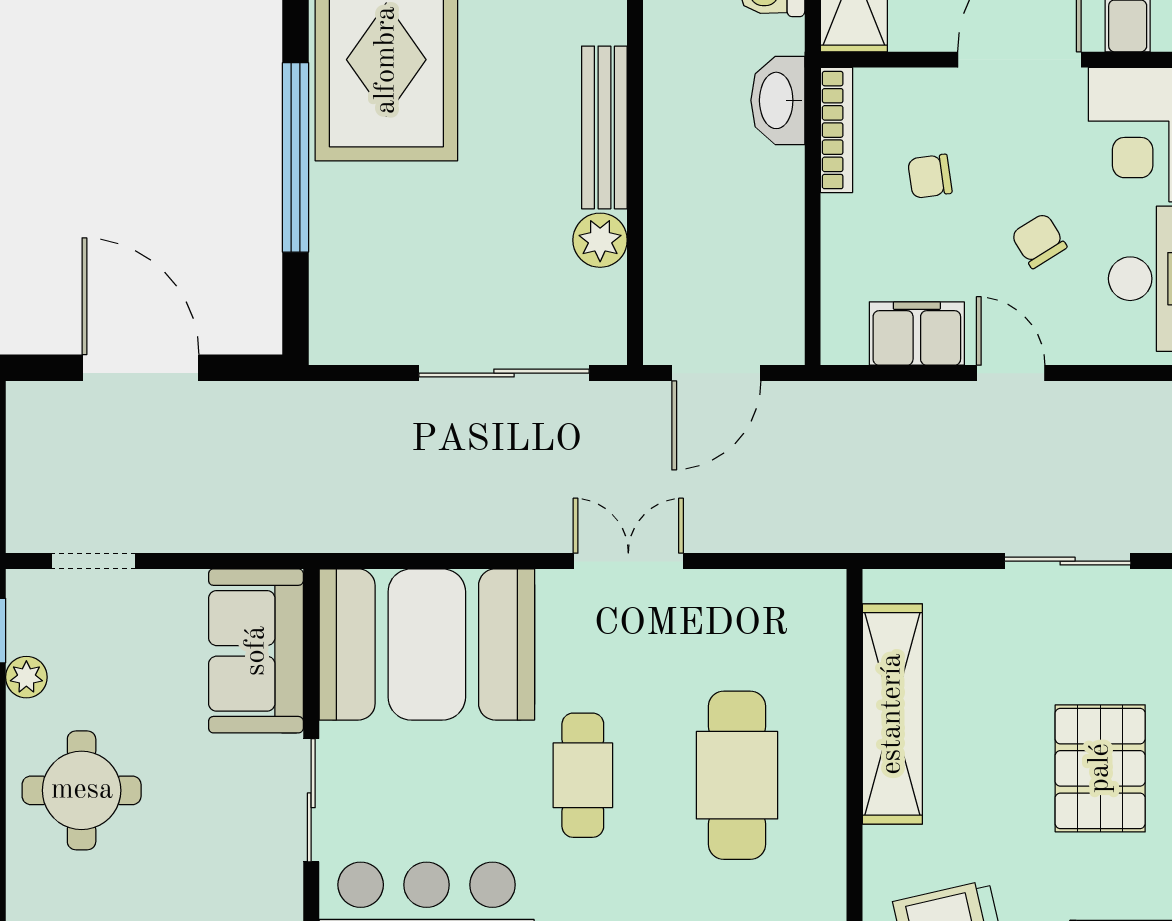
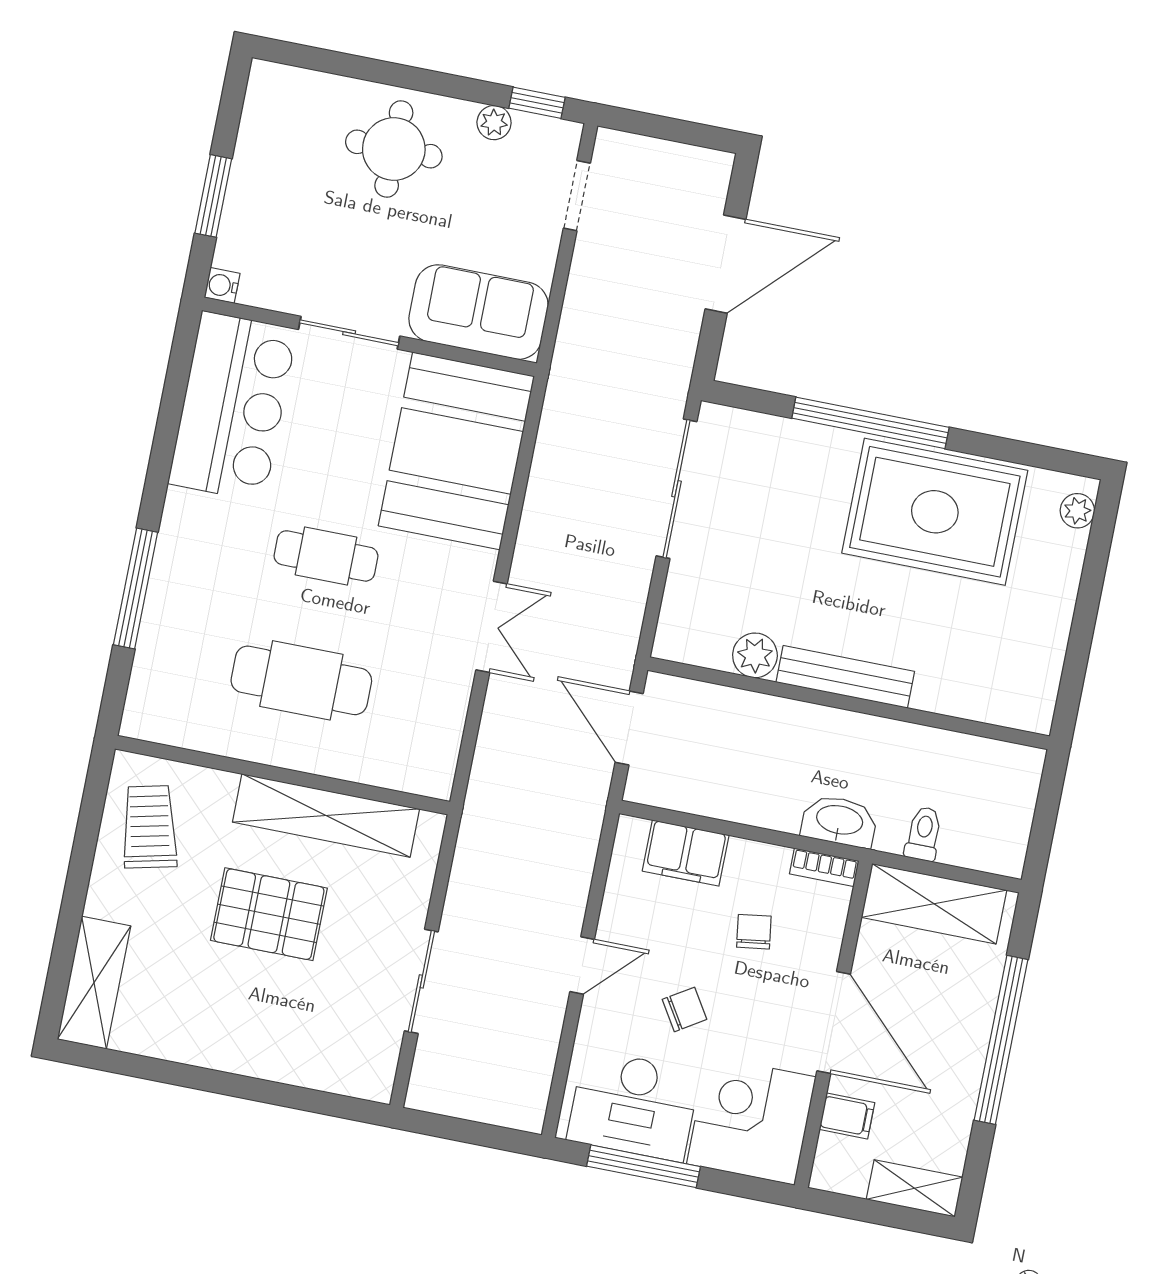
bookcase: (836, 130) -> (824, 867), width x0.64
filing cabinet: (917, 334) -> (686, 853), moved, turned 90
sliding door: (504, 373) -> (677, 489), moved
pallet: (1100, 768) -> (269, 914), moved

